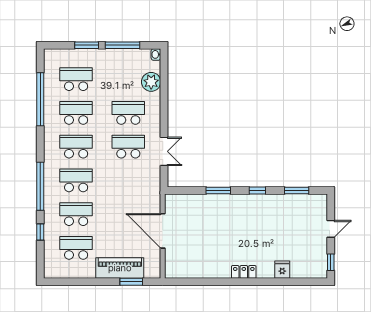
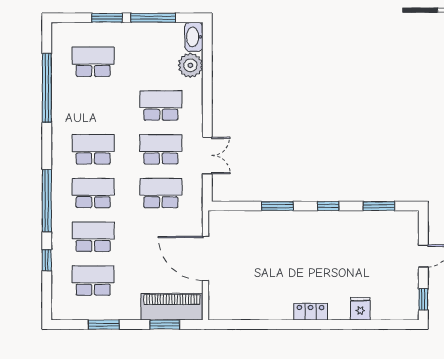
washbasin: (156, 54) -> (194, 37), width x1.91, depth x1.45
school desk: (76, 113) -> (161, 193), moved
piano: (120, 268) -> (172, 307), moved
window: (84, 282) -> (104, 325), added

